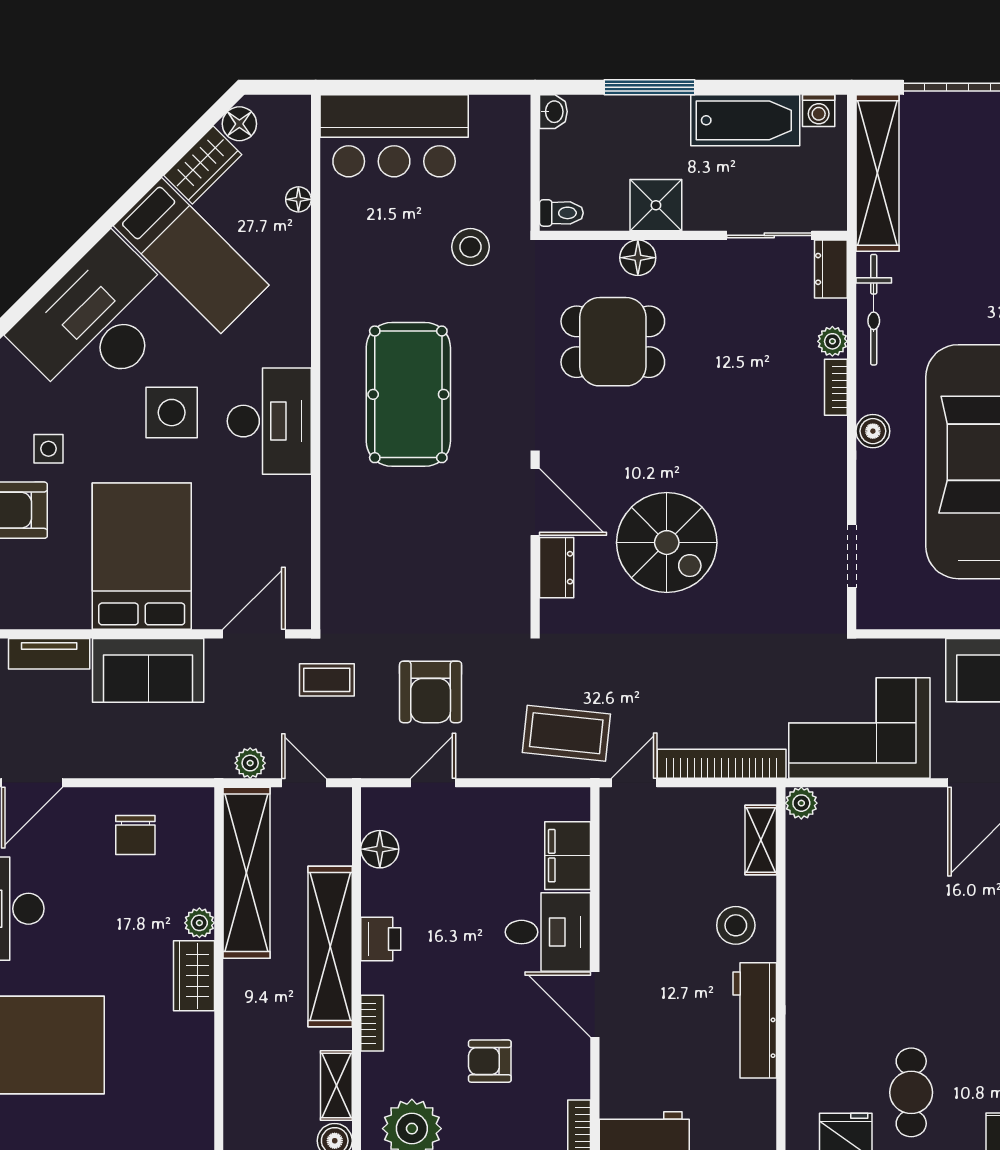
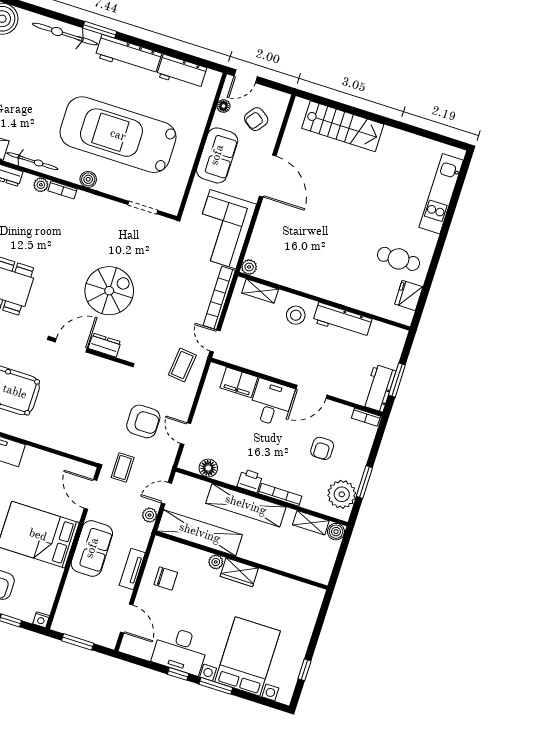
tv unit: (49, 654) -> (132, 569), moved, turned 180
coffee table: (566, 733) -> (182, 365), width x0.73, depth x0.77
bookcase: (372, 1023) -> (280, 495), width x1.56

